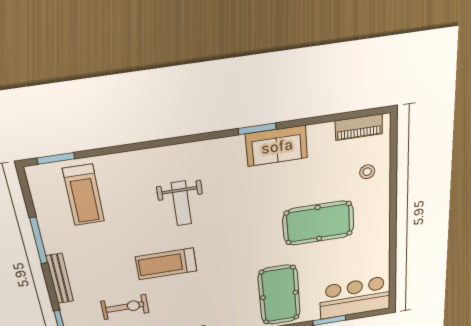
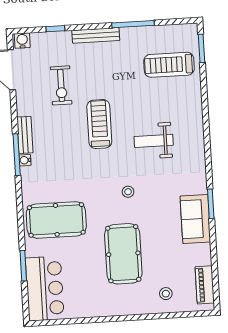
stool: (245, 225) -> (128, 192), added

